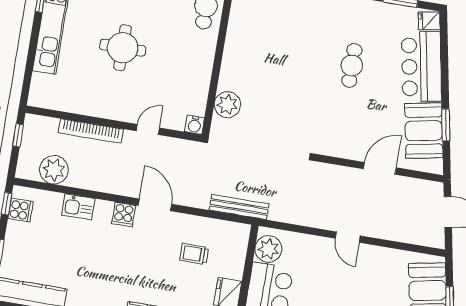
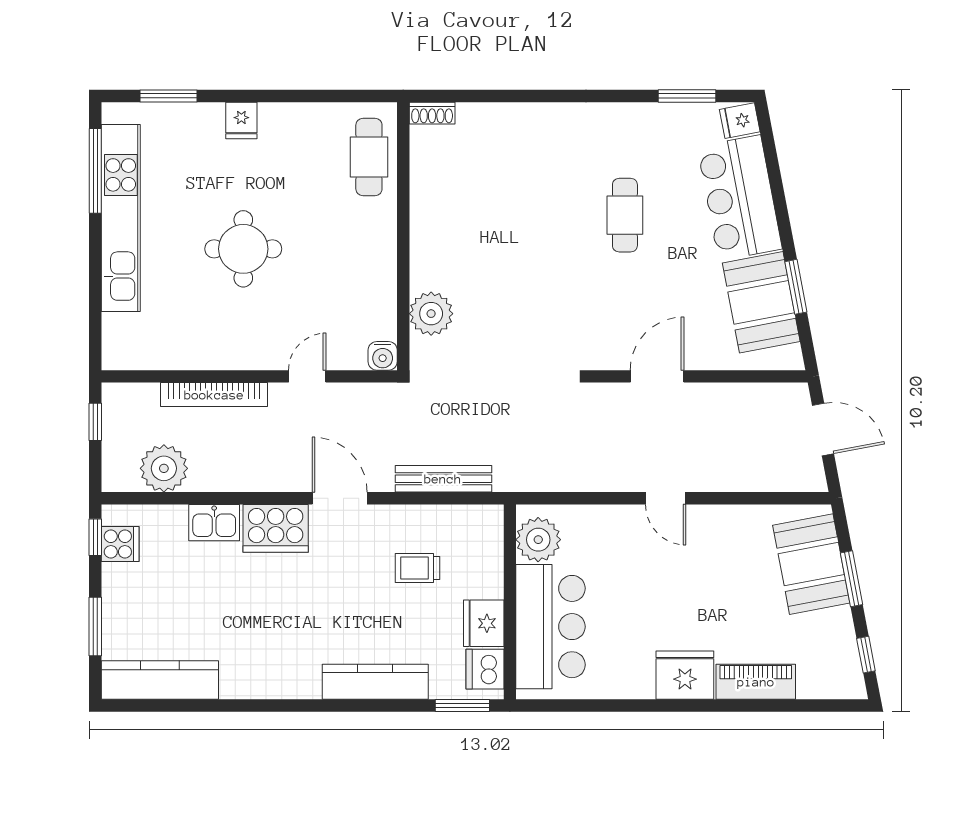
door: (380, 168) -> (657, 376), moved
bench: (239, 207) -> (443, 479), moved
cooker: (124, 214) -> (276, 528), width x1.87, depth x1.31

